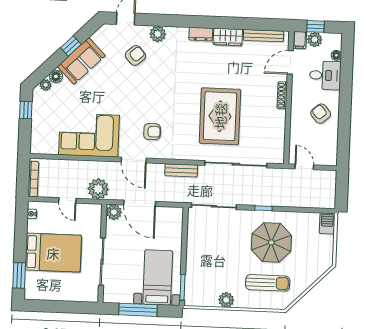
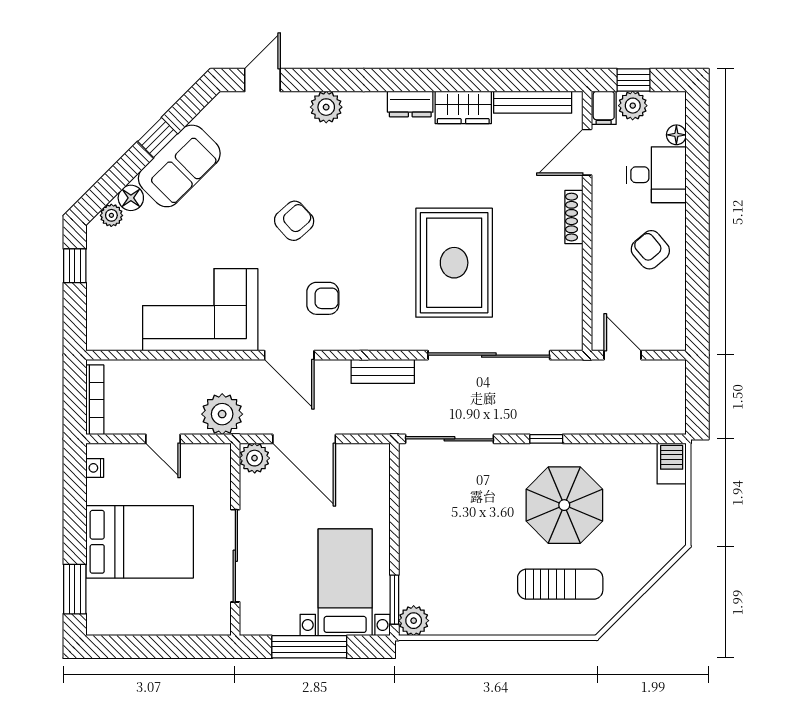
armchair: (135, 55) -> (294, 221), moved
plant: (226, 300) -> (414, 621), moved

